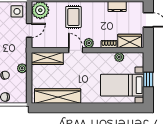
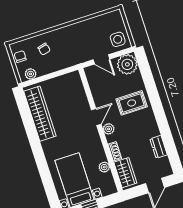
wardrobe: (47, 59) -> (77, 89), removed
plant: (22, 68) -> (31, 74), moved

